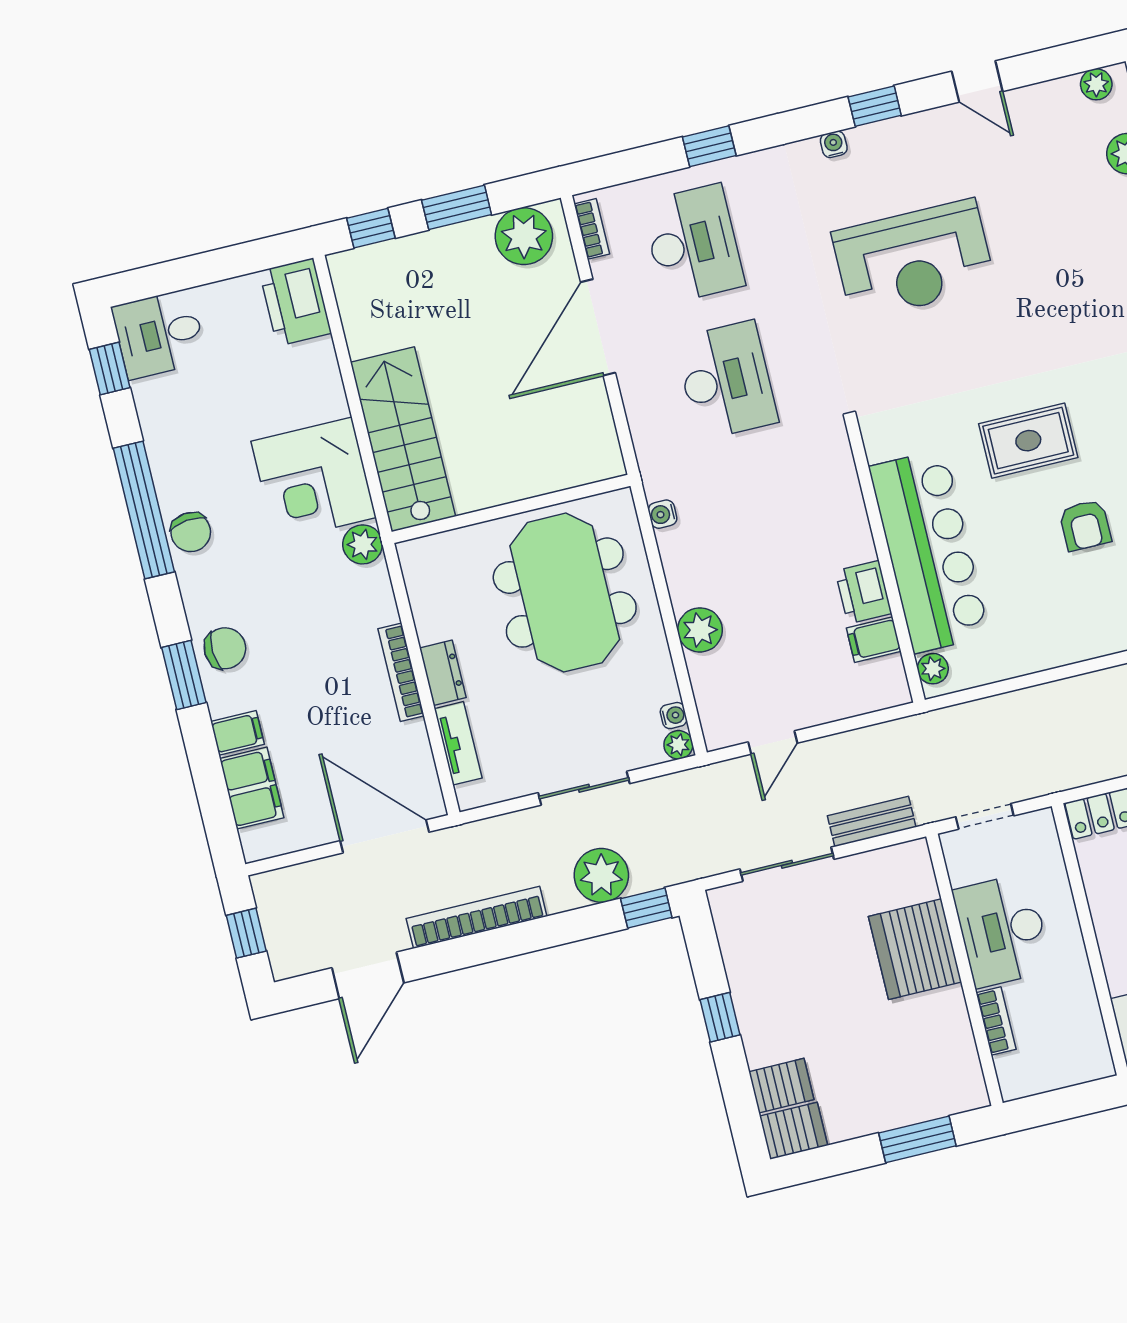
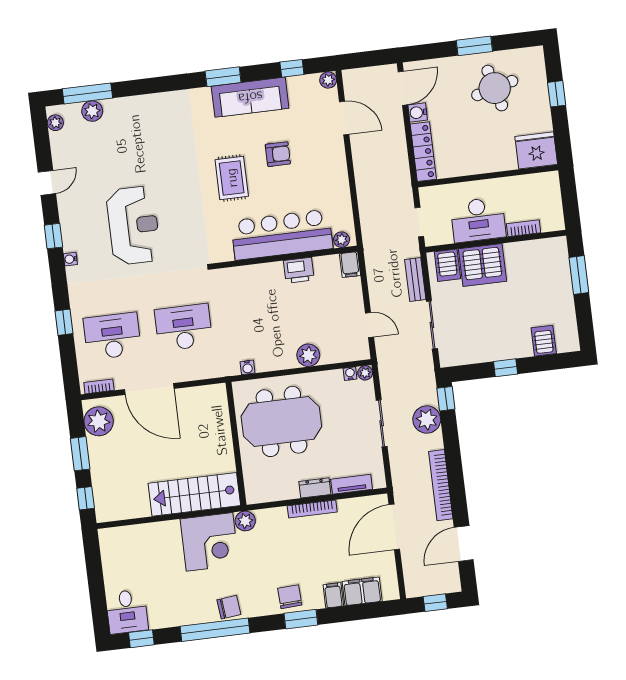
printer: (295, 302) -> (119, 541), removed
filing cabinet: (874, 640) -> (350, 265), moved
door: (368, 975) -> (464, 544), swing flipped
server rack: (794, 1131) -> (447, 265), moved, turned 180

